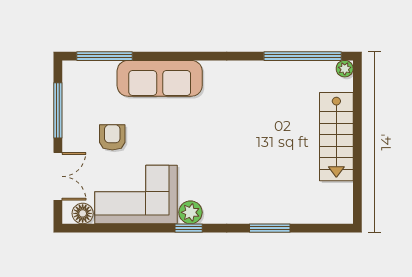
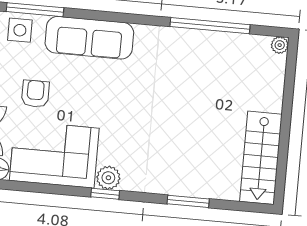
window: (303, 56) -> (210, 26), moved
side table: (92, 77) -> (20, 30), added
stairs: (336, 137) -> (261, 158), moved

